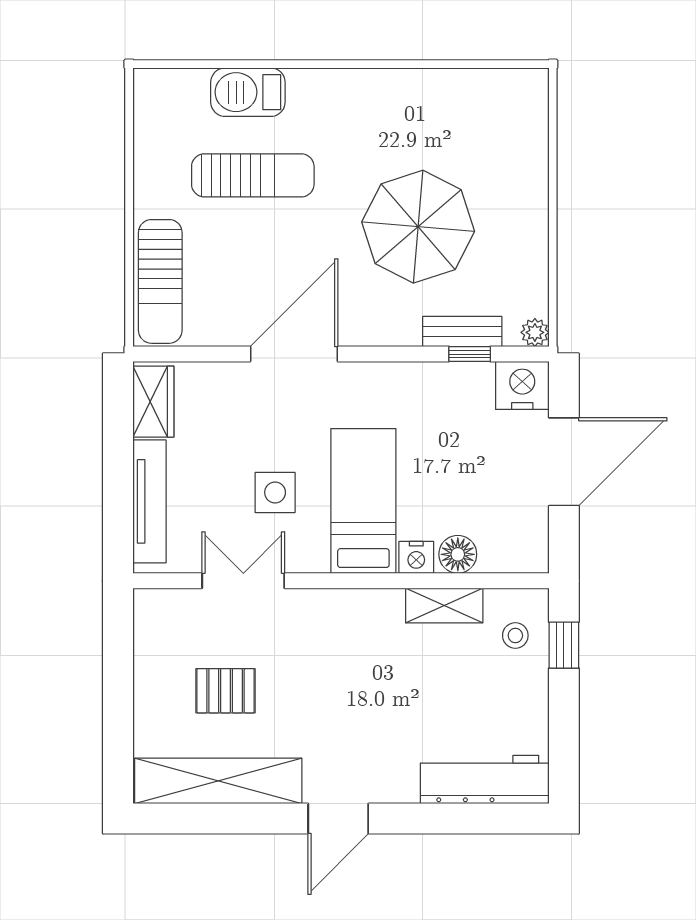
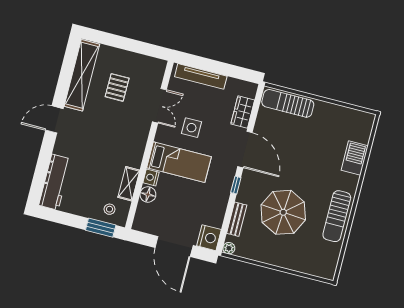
sun lounger: (253, 175) -> (337, 216), moved
window: (470, 354) -> (236, 185), moved
wardrobe: (153, 402) -> (243, 112), moved, turned 90
window: (564, 645) -> (101, 228), width x1.50
door: (338, 819) -> (54, 119), hinge flipped

